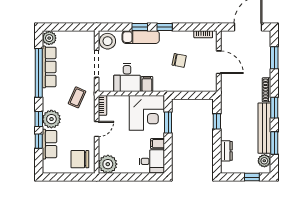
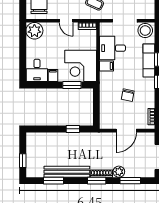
window: (274, 108) -> (97, 181), moved
dresser: (226, 151) -> (46, 138), removed
plant: (264, 161) -> (119, 172), moved

